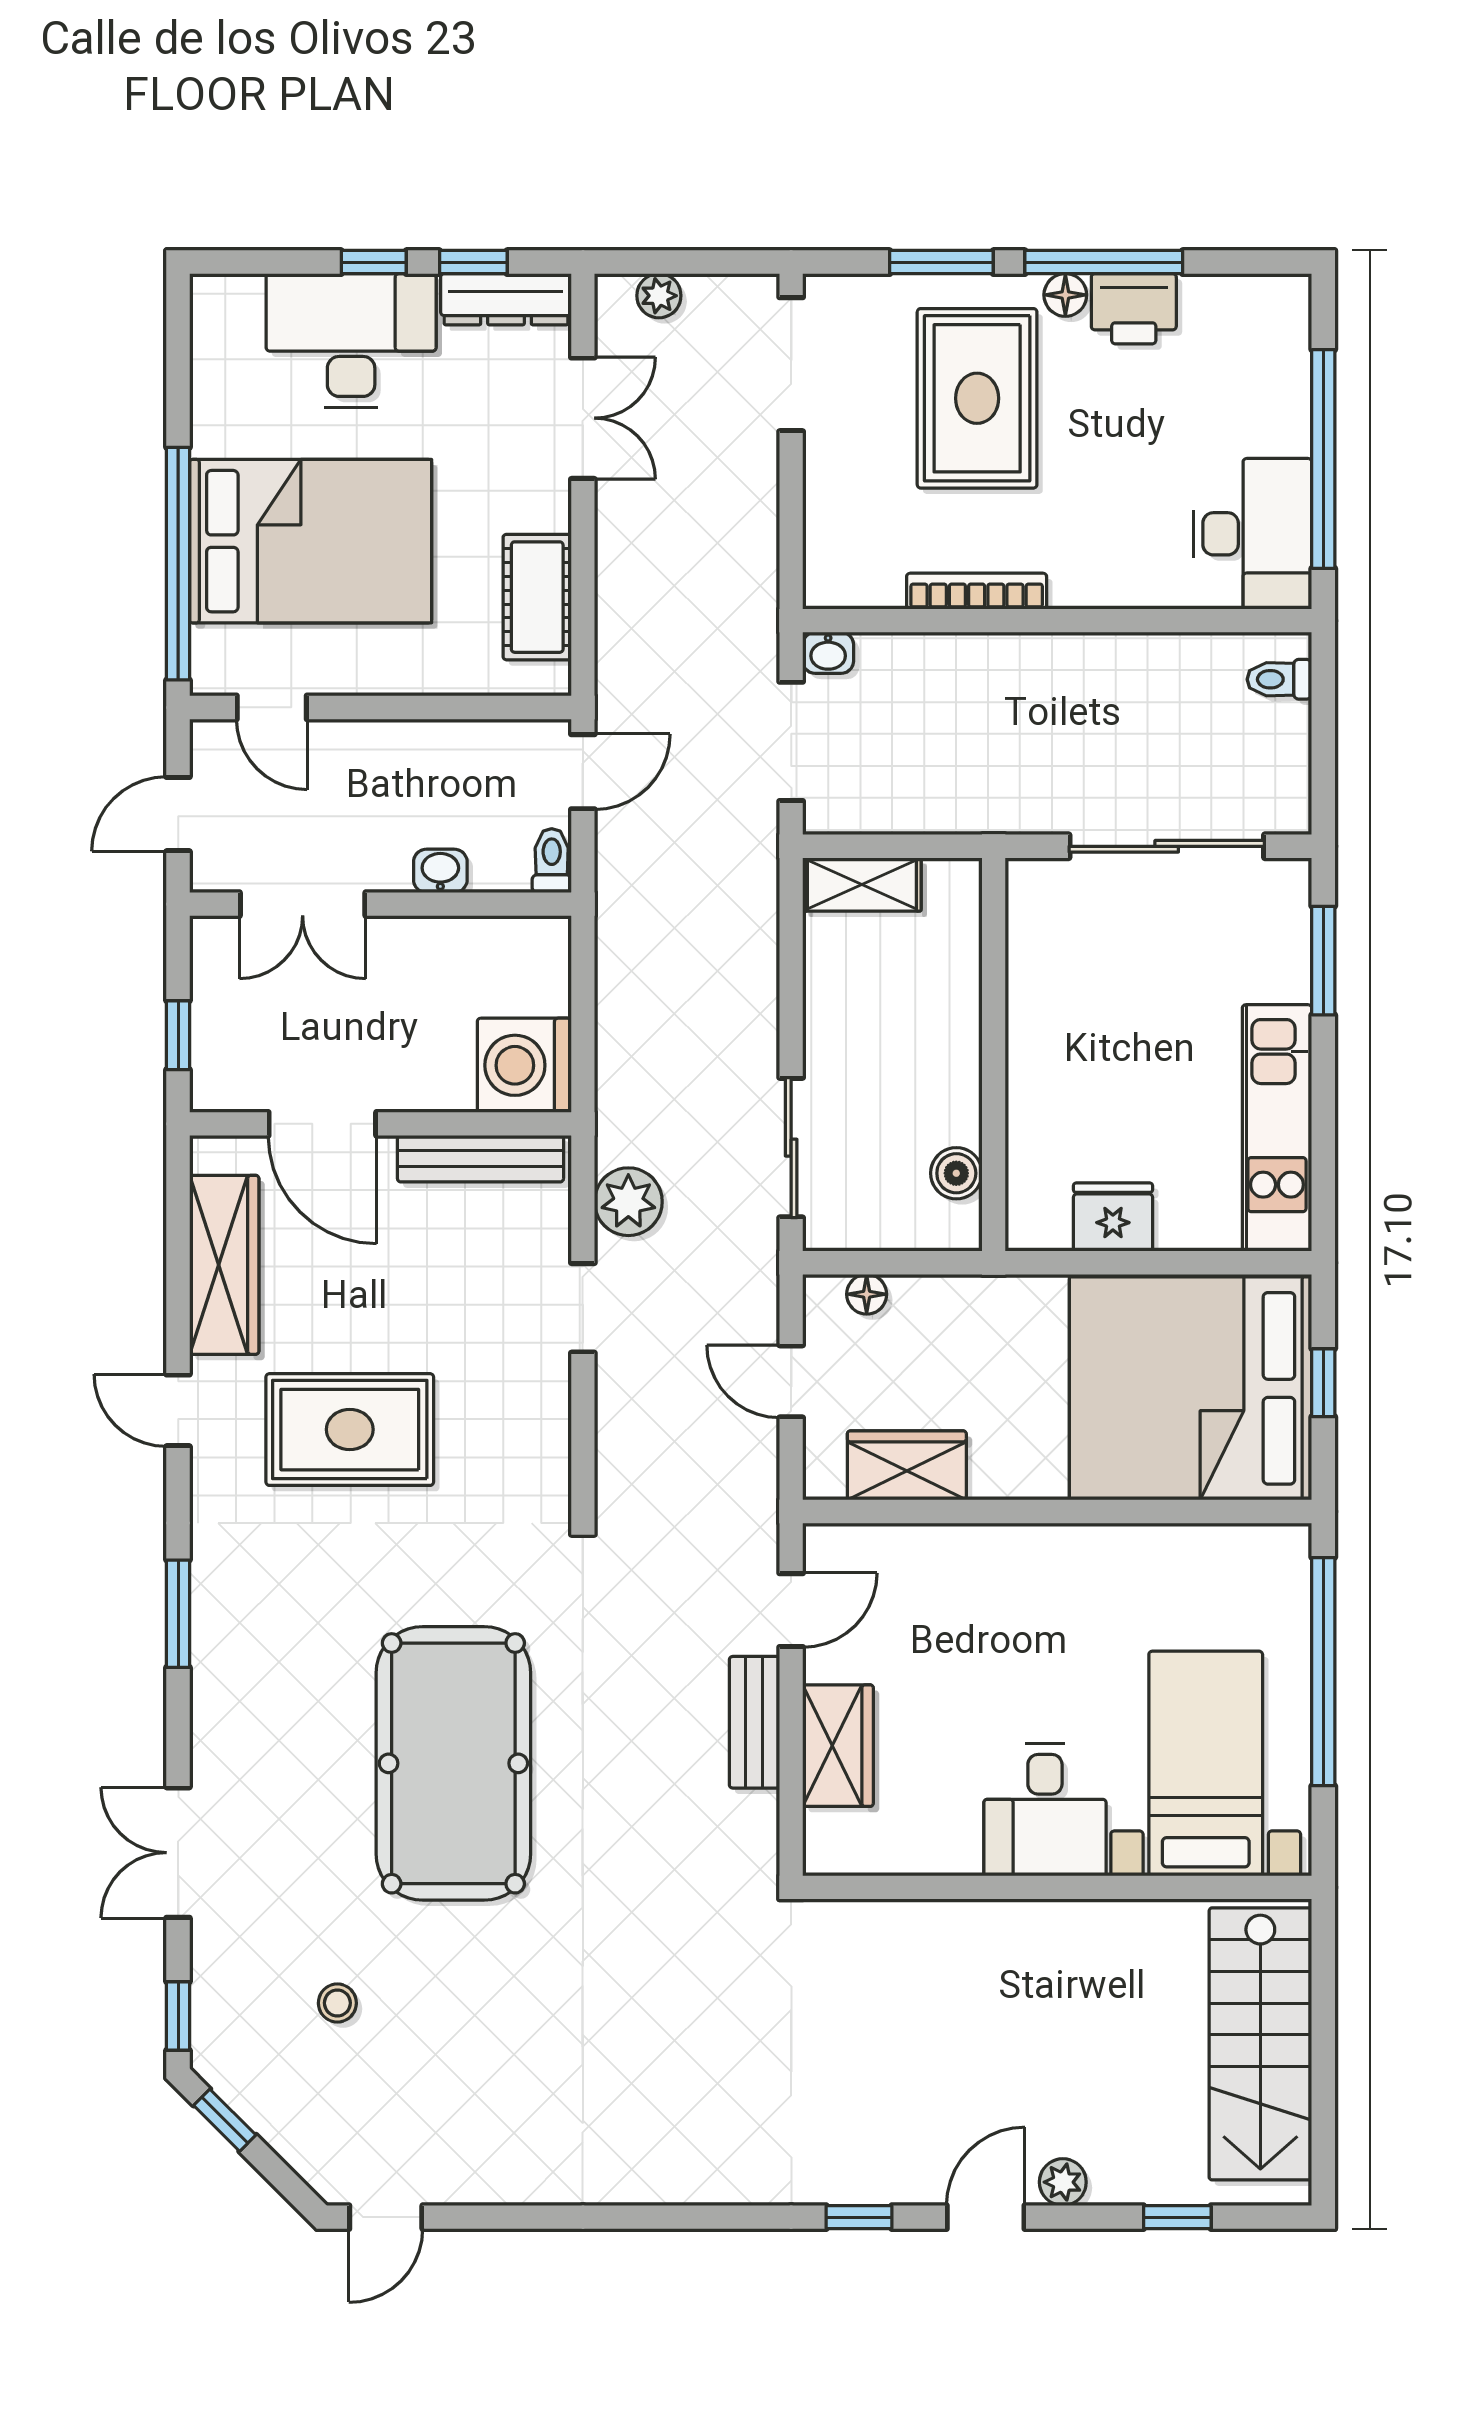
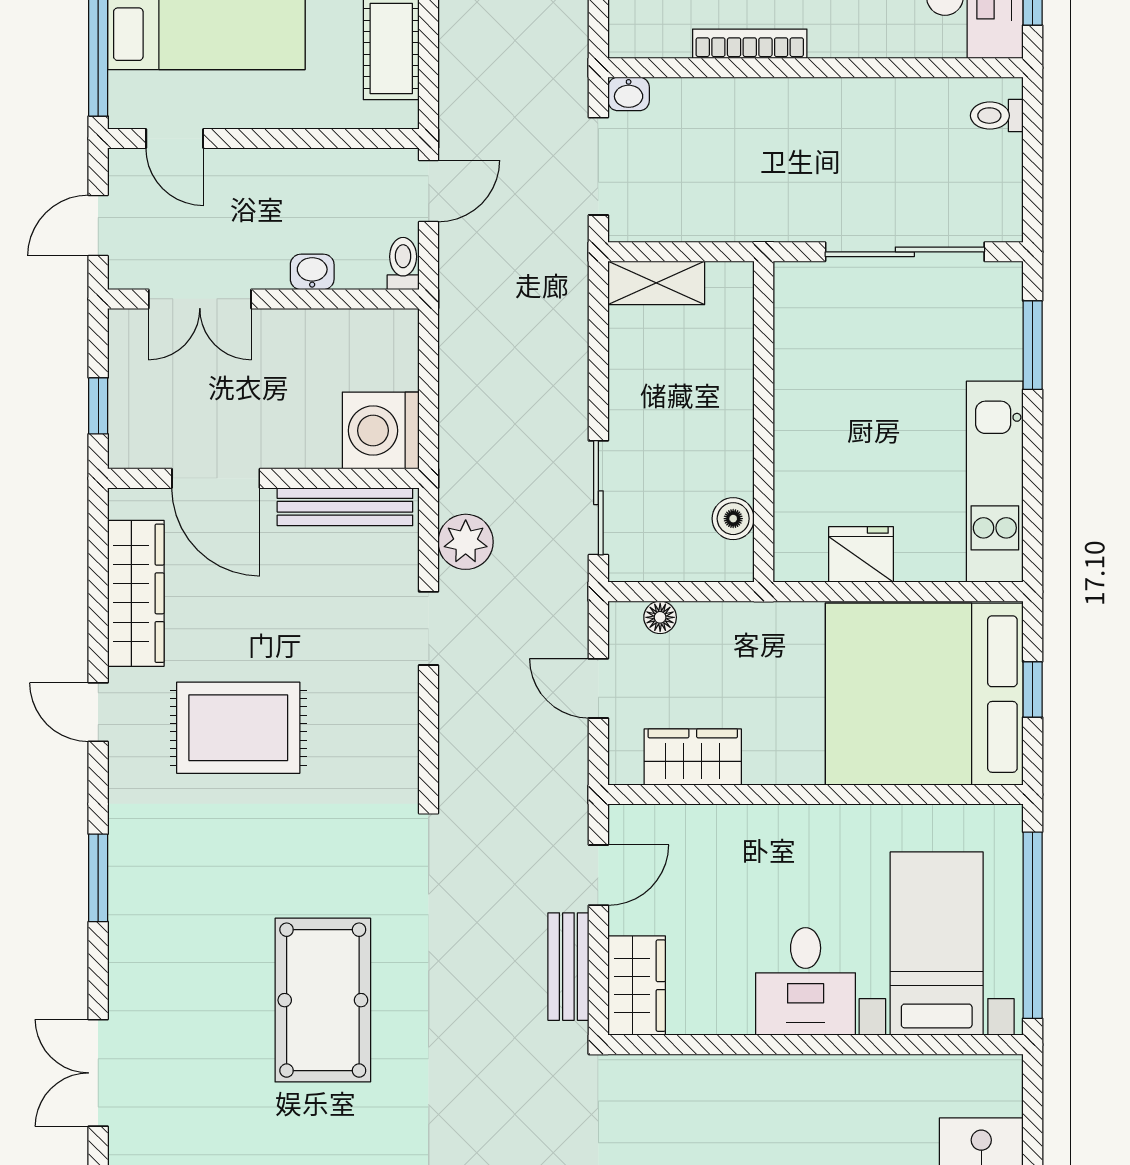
pool table: (453, 1763) -> (323, 1000), width x0.73, depth x0.76
bed with nightstands: (1206, 1764) -> (937, 944), moved
desk: (1045, 1810) -> (806, 981), moved
wall: (1057, 1887) -> (816, 1045), moved

